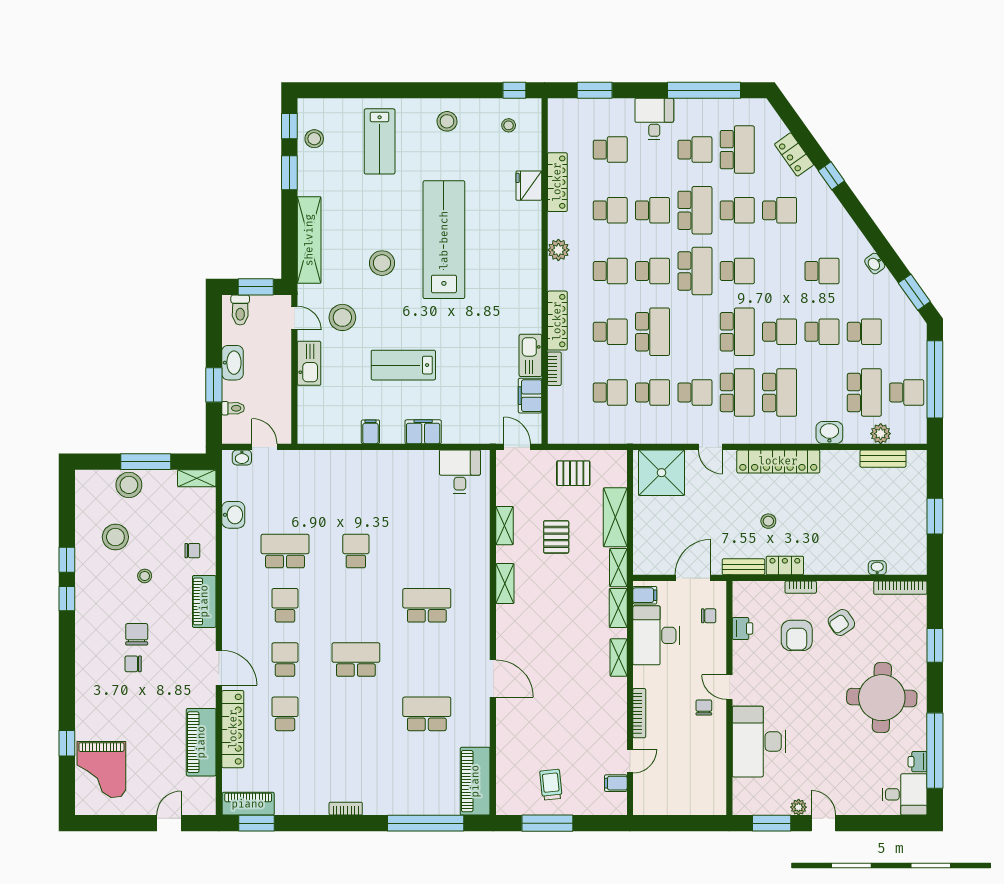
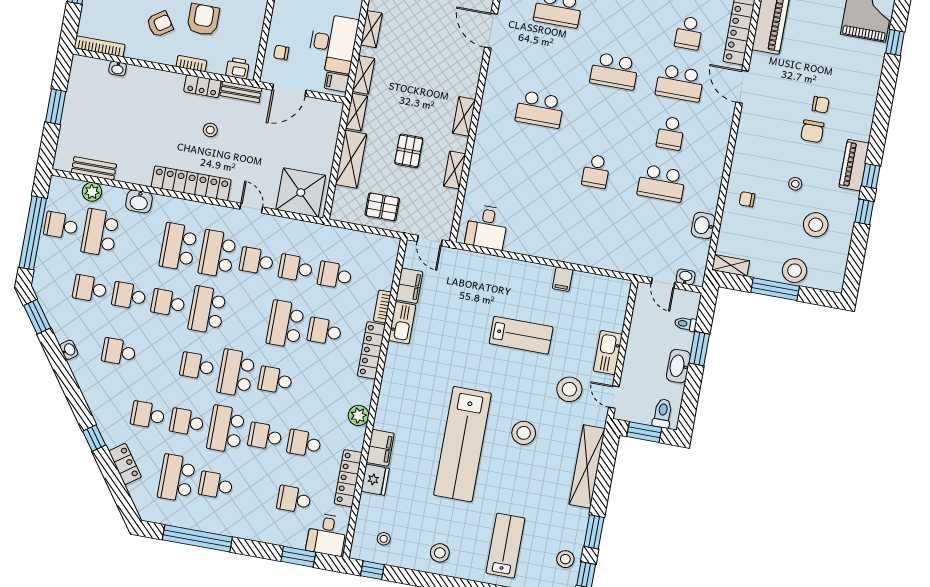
desk: (654, 119) -> (327, 535), moved
school desk: (610, 271) -> (314, 387), removed
filing cabinet: (423, 432) -> (380, 448), moved, turned -90
piano: (204, 601) -> (854, 165), moved, turned 180
printer: (742, 628) -> (238, 68), moved, turned 90
school desk: (285, 660) -> (680, 83), width x1.85

